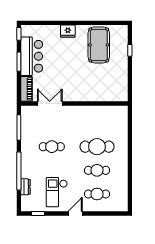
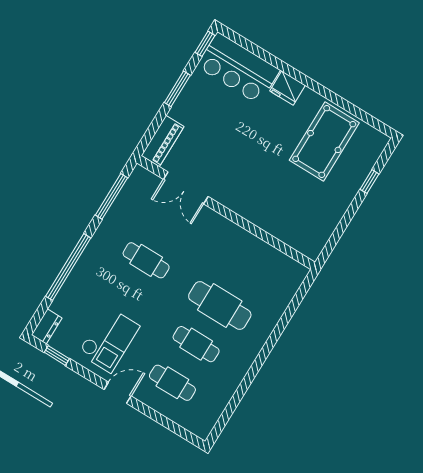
bar counter: (32, 56) -> (238, 68), moved, turned 90
double door: (50, 103) -> (186, 188), swing flipped
dresser: (26, 187) -> (47, 326), moved
checkout: (57, 192) -> (109, 340), turned 180

